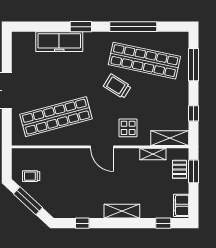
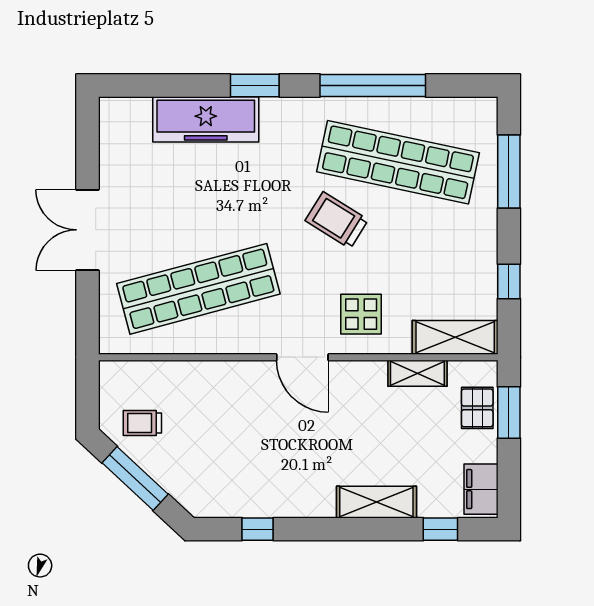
shelving: (122, 211) -> (376, 502), moved

